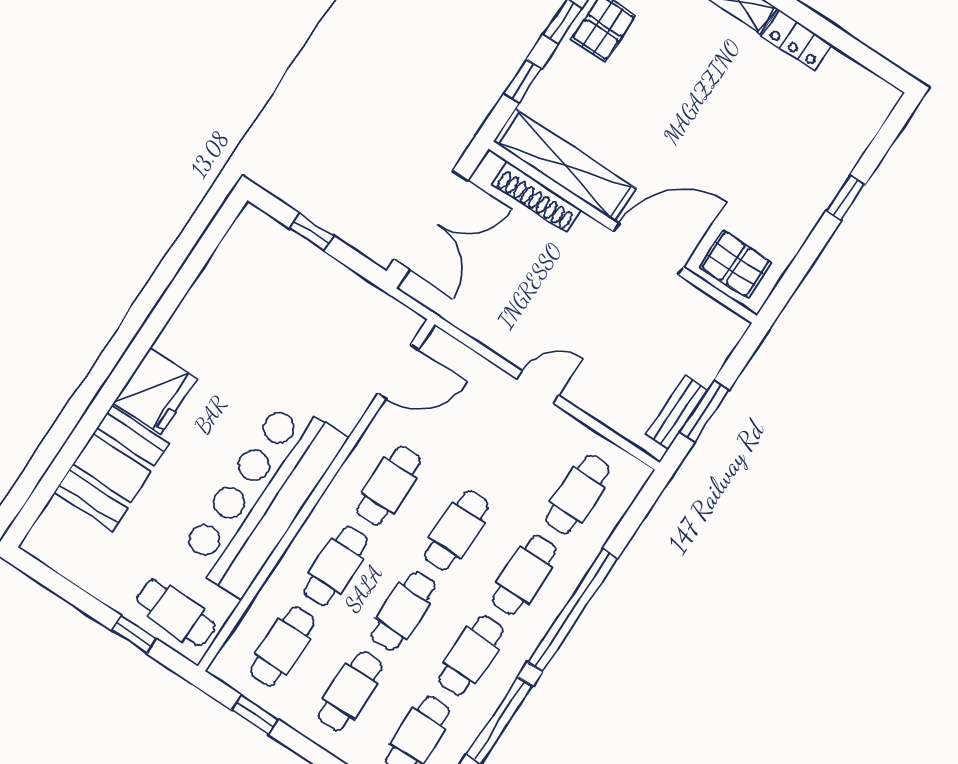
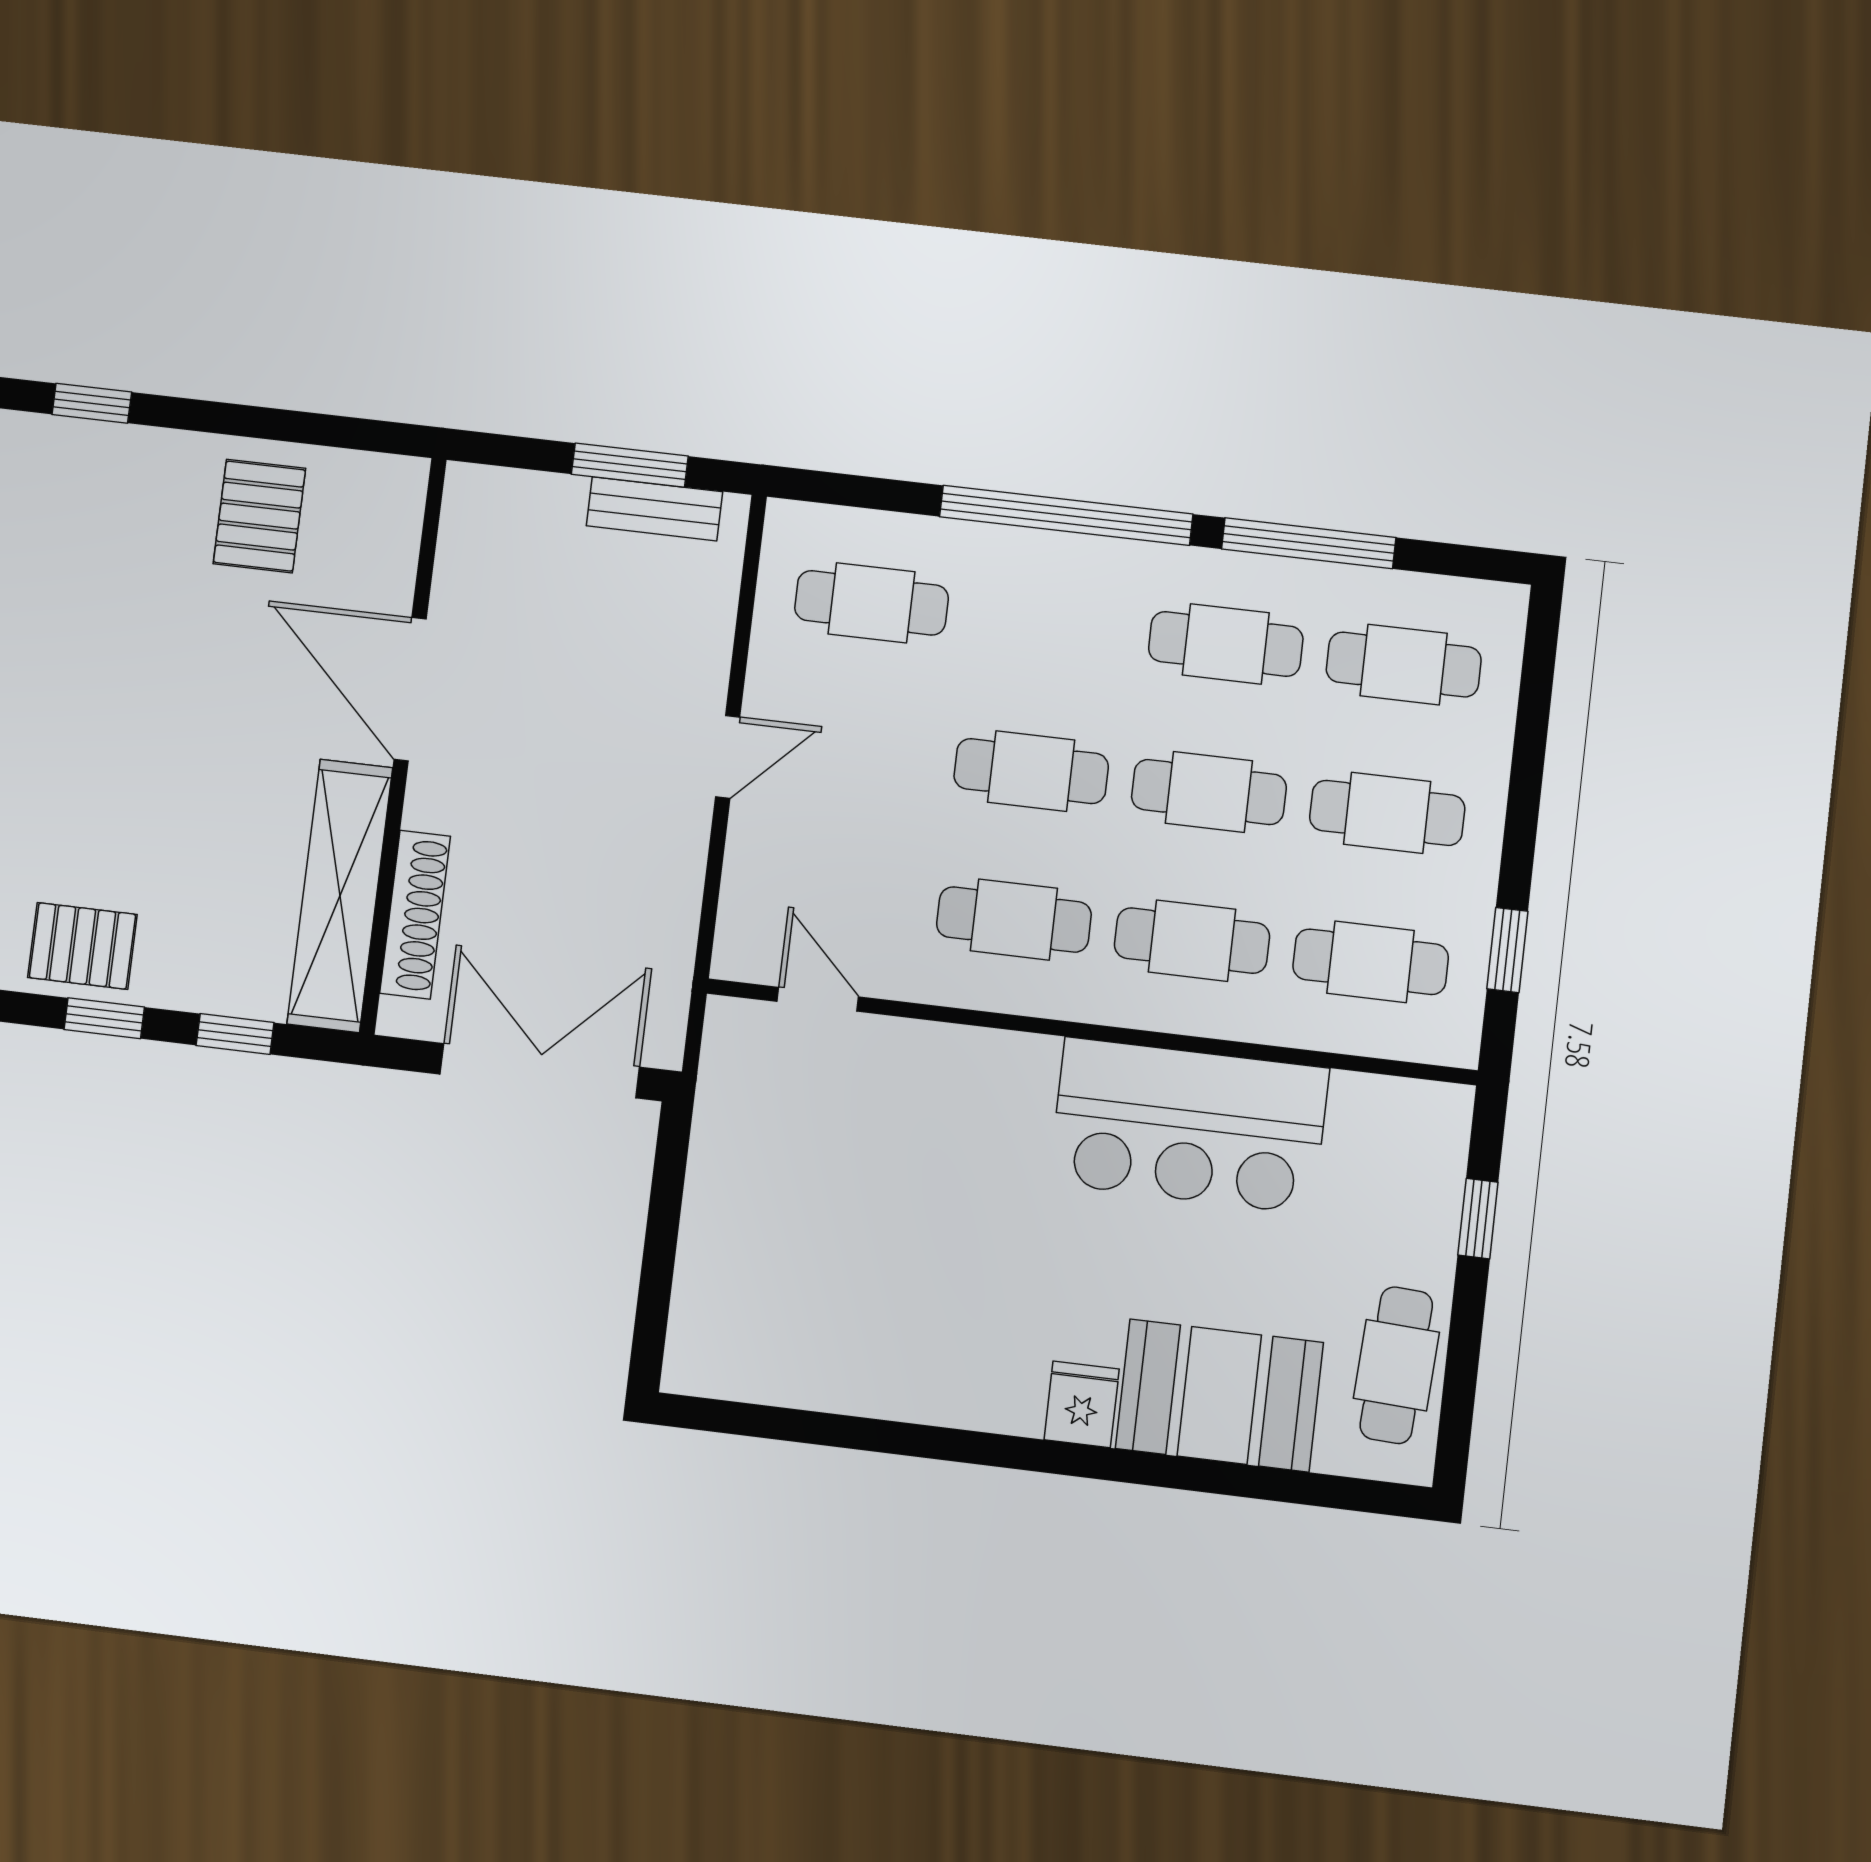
window: (846, 198) -> (92, 403), moved
window: (312, 232) -> (659, 1259), removed
pallet: (735, 264) -> (259, 516), moved
door: (398, 372) -> (818, 999), width x0.73
door: (538, 387) -> (728, 757), swing flipped
fridge: (155, 391) -> (1082, 1404), width x0.53, depth x0.75
bar counter: (262, 498) -> (1189, 1126), width x0.73
cafe table: (524, 575) -> (1048, 623), removed
cafe table: (176, 613) -> (1396, 1365), moved

